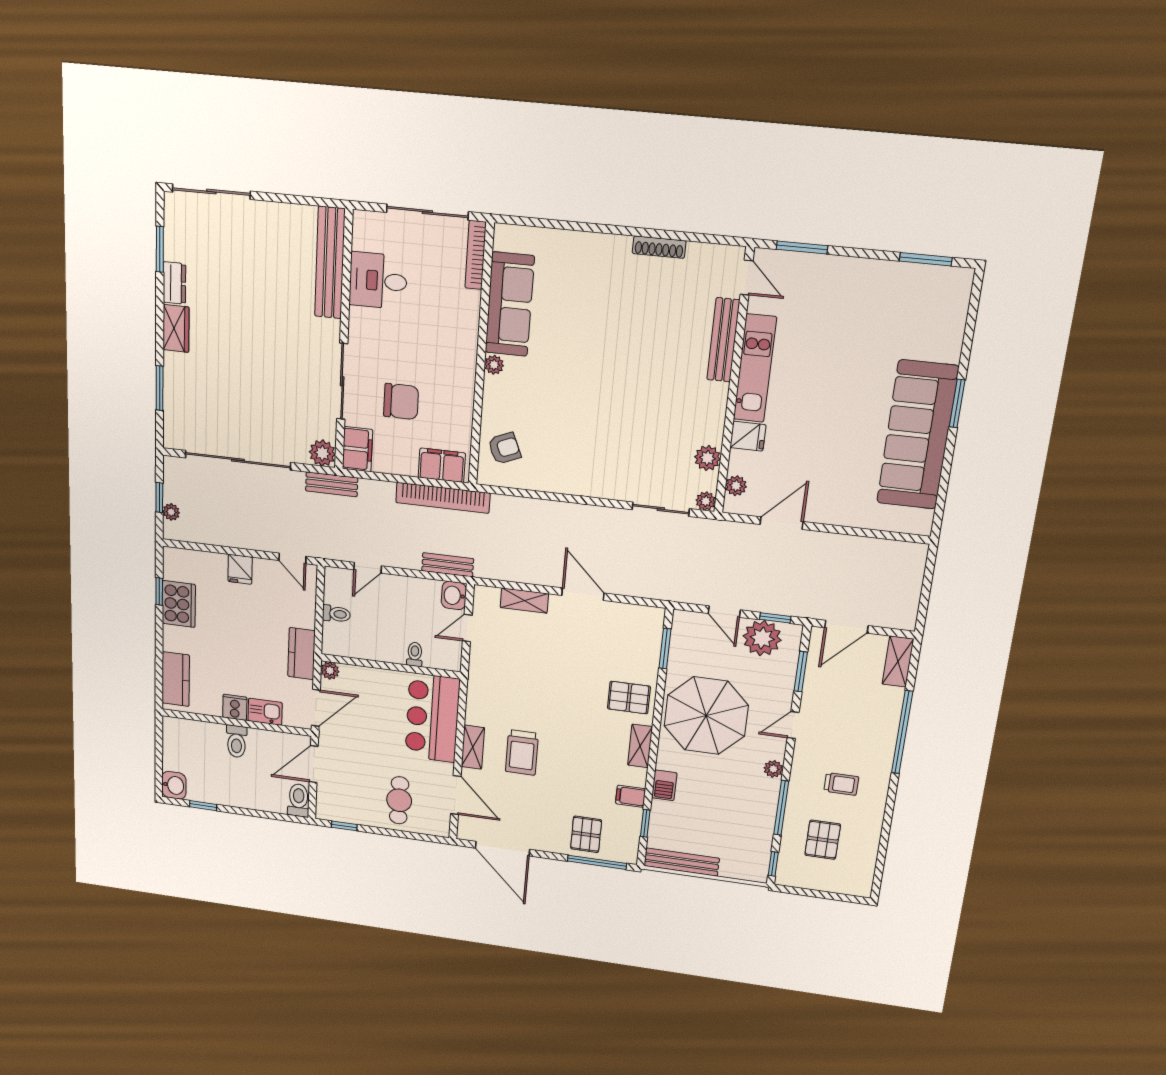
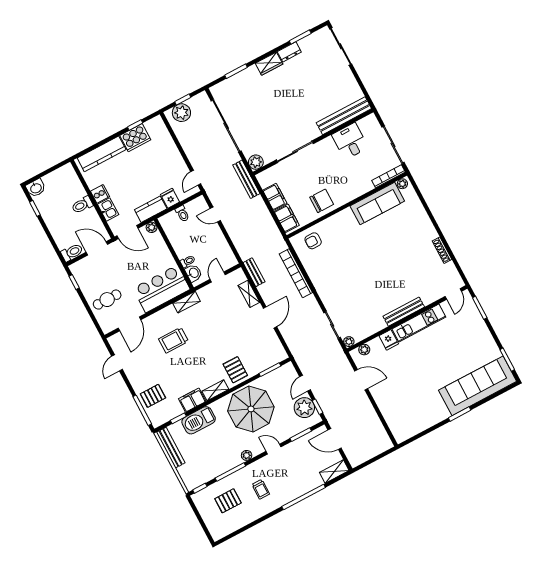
bench: (723, 340) -> (404, 312), moved
plant: (494, 365) -> (402, 184), moved
chair: (401, 401) -> (322, 201), moved, turned -90
sofa: (917, 435) -> (478, 386), moved
armchair: (504, 448) -> (313, 241), turned 113
filing cabinet: (357, 449) -> (275, 197), moved, turned -90
plant: (708, 458) -> (368, 330), removed
bench: (332, 484) -> (246, 179), width x1.36
bookcase: (443, 498) -> (296, 273), moved
plant: (171, 512) -> (181, 113), width x1.88, depth x1.88
bench: (448, 565) -> (254, 272), moved
fridge: (240, 569) -> (170, 198), moved, turned 90
washbasin: (454, 595) -> (194, 273), moved, turned 90
door: (467, 628) -> (218, 277), hinge flipped
kitchen counter: (176, 679) -> (102, 154), width x1.50
shelving: (473, 747) -> (186, 302), moved
barbecue: (664, 785) -> (199, 420), width x1.88, depth x1.53
filing cabinet: (631, 796) -> (192, 400), width x2.00
door: (502, 849) -> (117, 363), width x0.53

